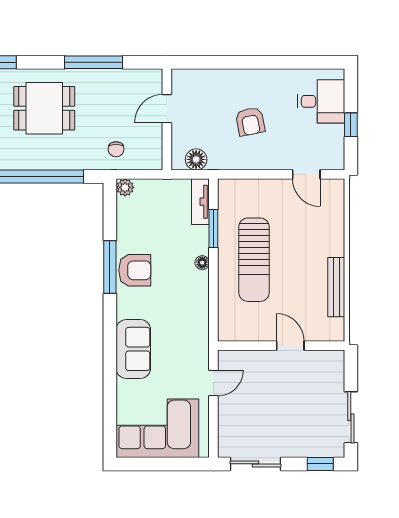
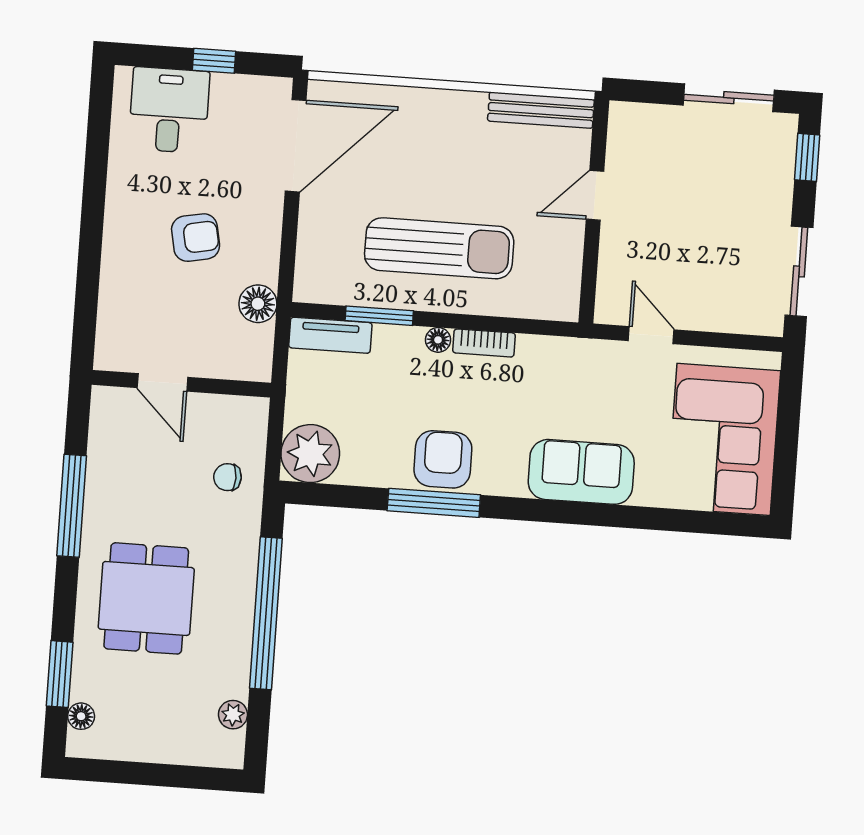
chair: (116, 149) -> (227, 477), turned 180
floor lamp: (196, 159) -> (258, 304), moved
door: (306, 174) -> (296, 146), width x1.88
plant: (125, 187) -> (310, 454), width x1.88, depth x1.88
bench: (336, 287) -> (541, 110), moved
bookcase: (202, 289) -> (484, 343), added

